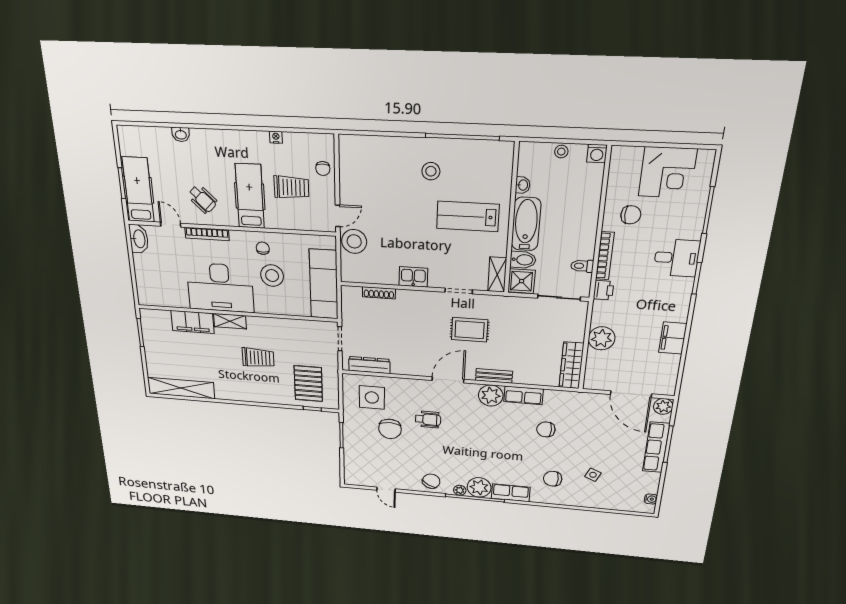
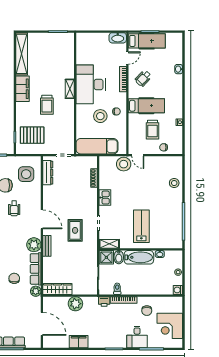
stool: (431, 171) -> (174, 183), moved
desk: (677, 258) -> (137, 337), moved
filing cabinet: (192, 322) -> (23, 89), moved, turned 180
door: (631, 394) -> (42, 324), swing flipped
row of seats: (523, 395) -> (36, 269), width x1.48
plant: (663, 406) -> (36, 291), moved

